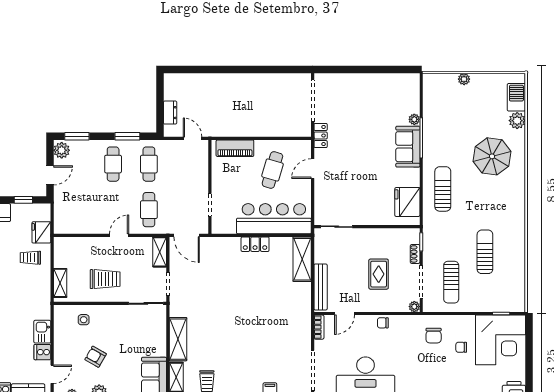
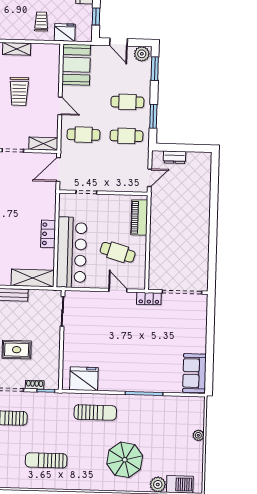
plant: (414, 119) -> (162, 387), removed
sofa: (408, 147) -> (194, 373), moved, turned -90
booth: (75, 219) -> (76, 65), added
sun lounger: (485, 252) -> (46, 460), moved, turned 180

